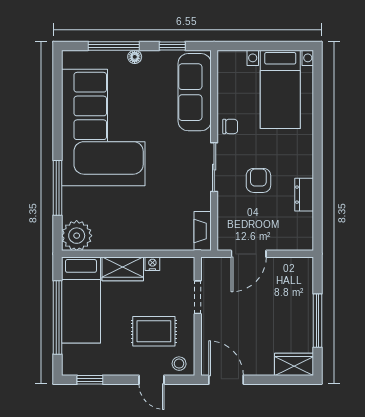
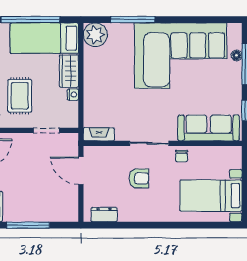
floor lamp: (135, 57) -> (237, 55), moved
dresser: (304, 195) -> (104, 215), moved

